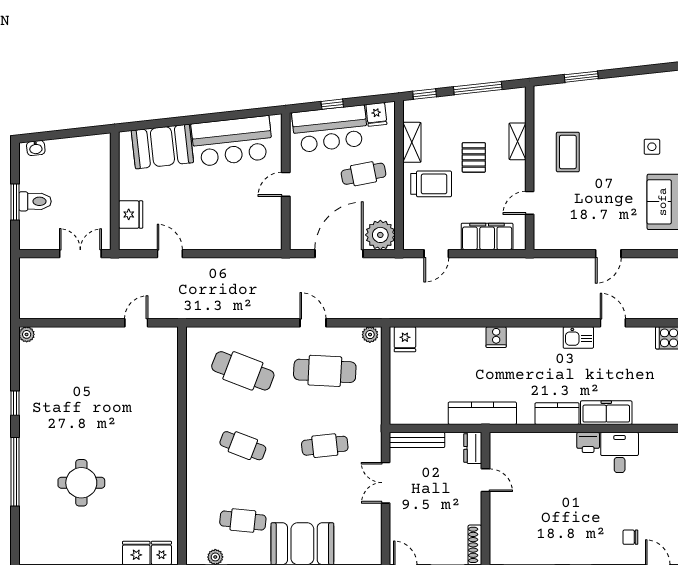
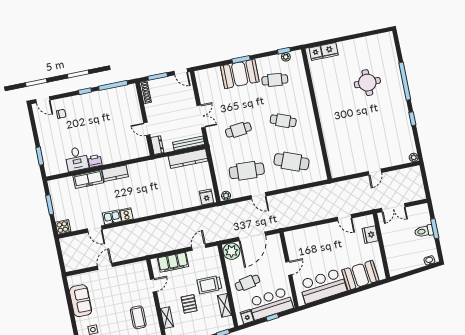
door: (136, 323) -> (375, 172), moved
cooker: (496, 337) -> (126, 214), moved
kitchen counter: (482, 413) -> (188, 159), moved

